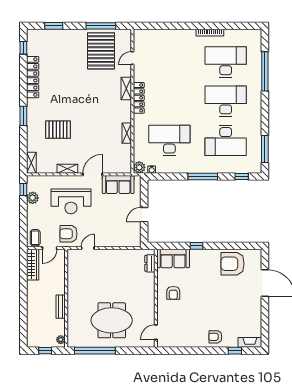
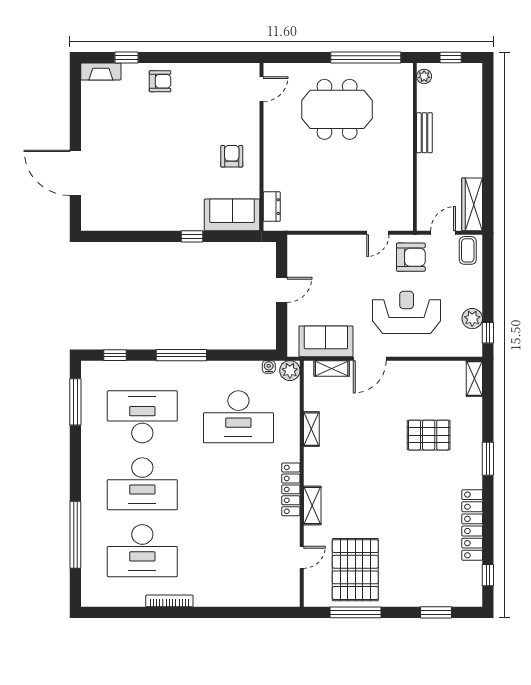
shelving: (67, 169) -> (332, 368), moved
armchair: (233, 264) -> (130, 206), removed

